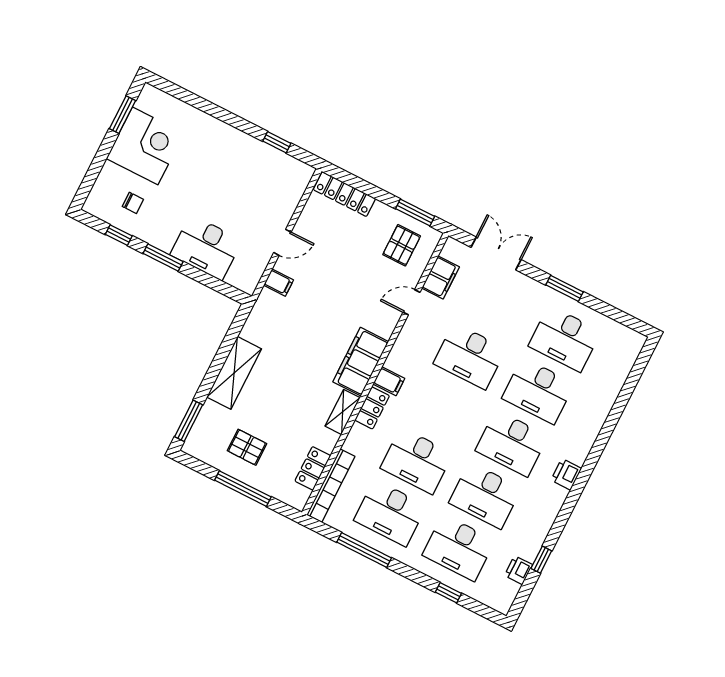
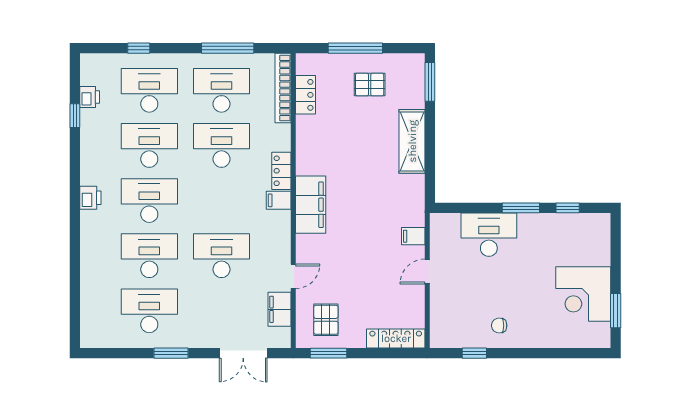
chair: (133, 203) -> (499, 326), moved
shelving: (343, 412) -> (304, 155), removed

